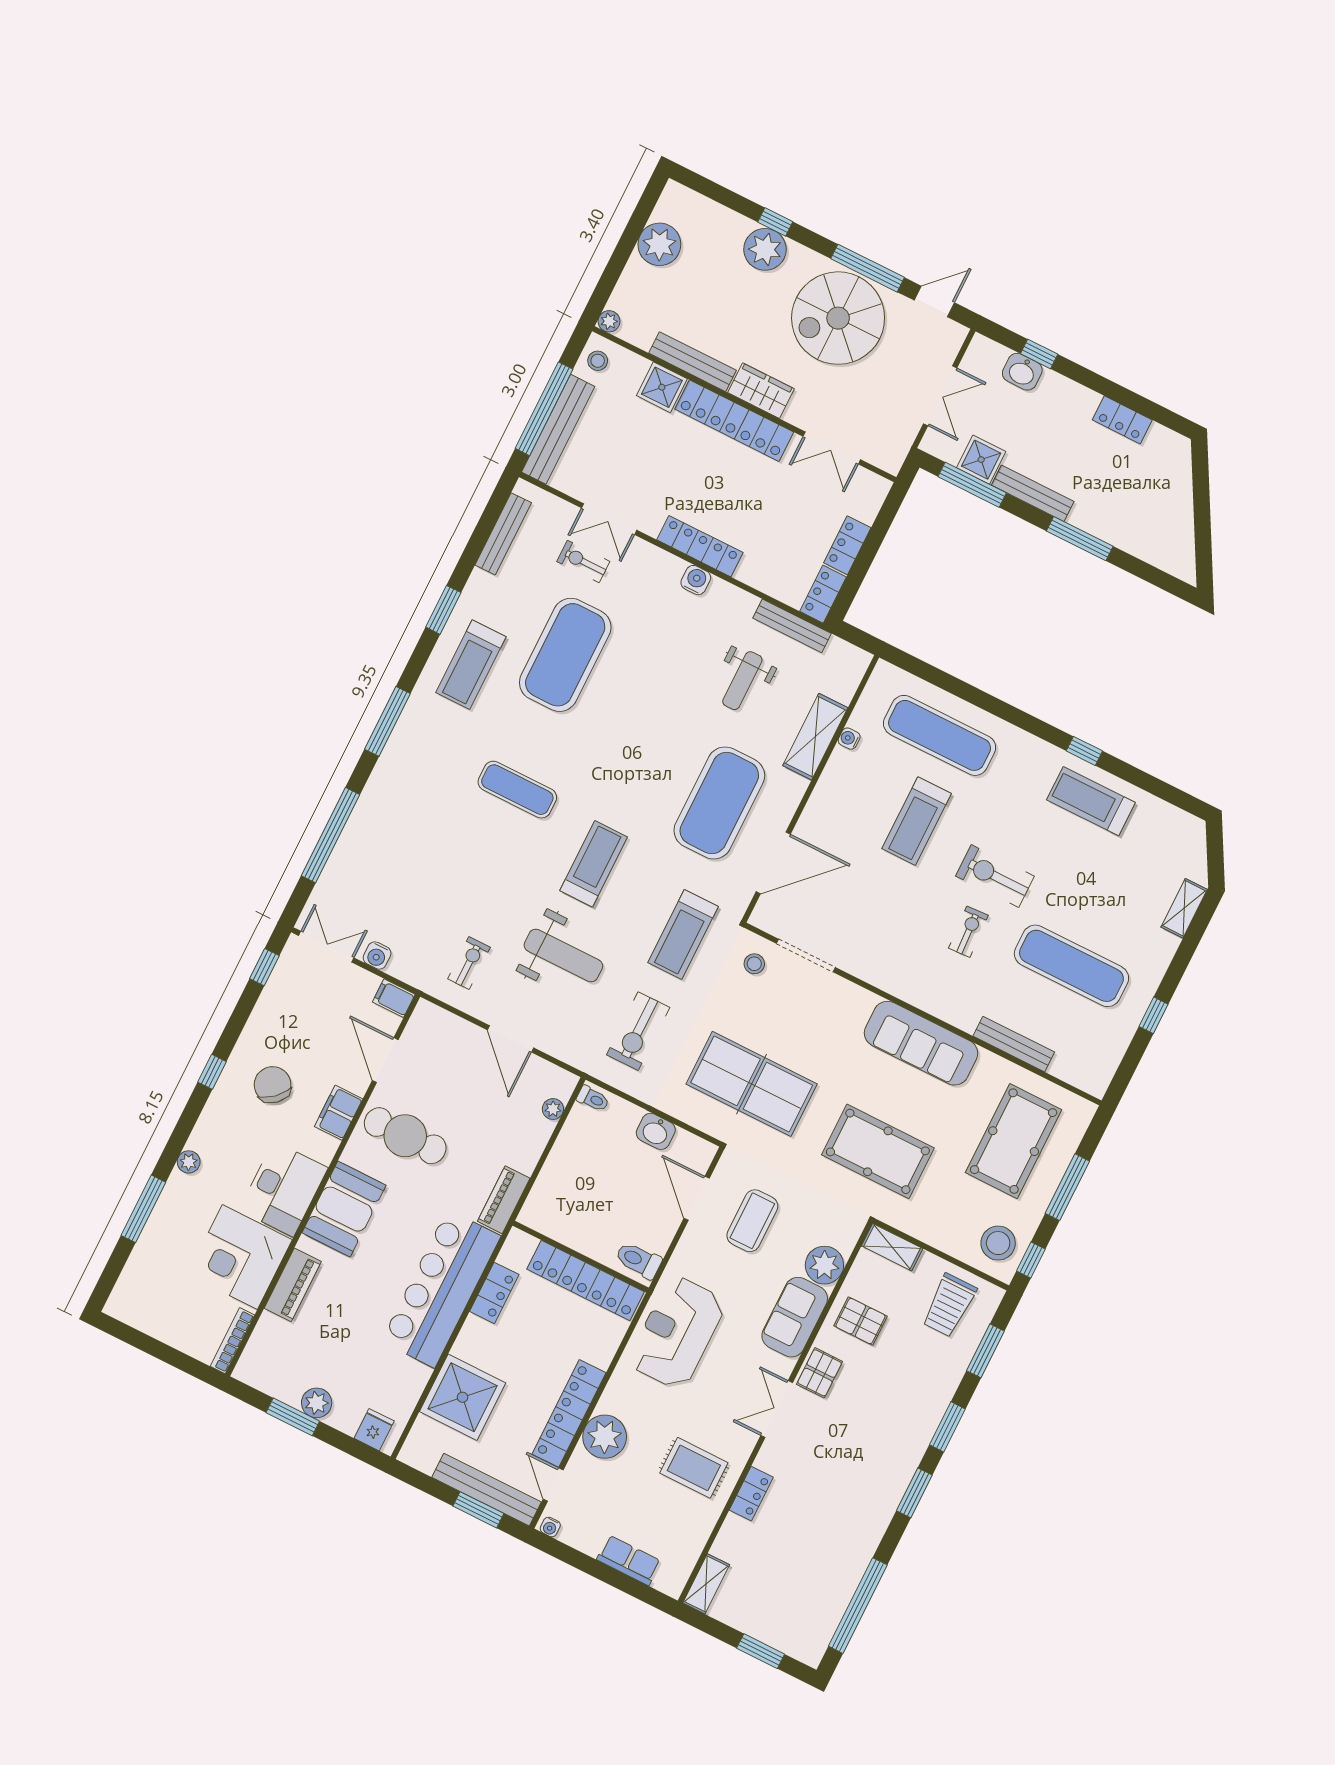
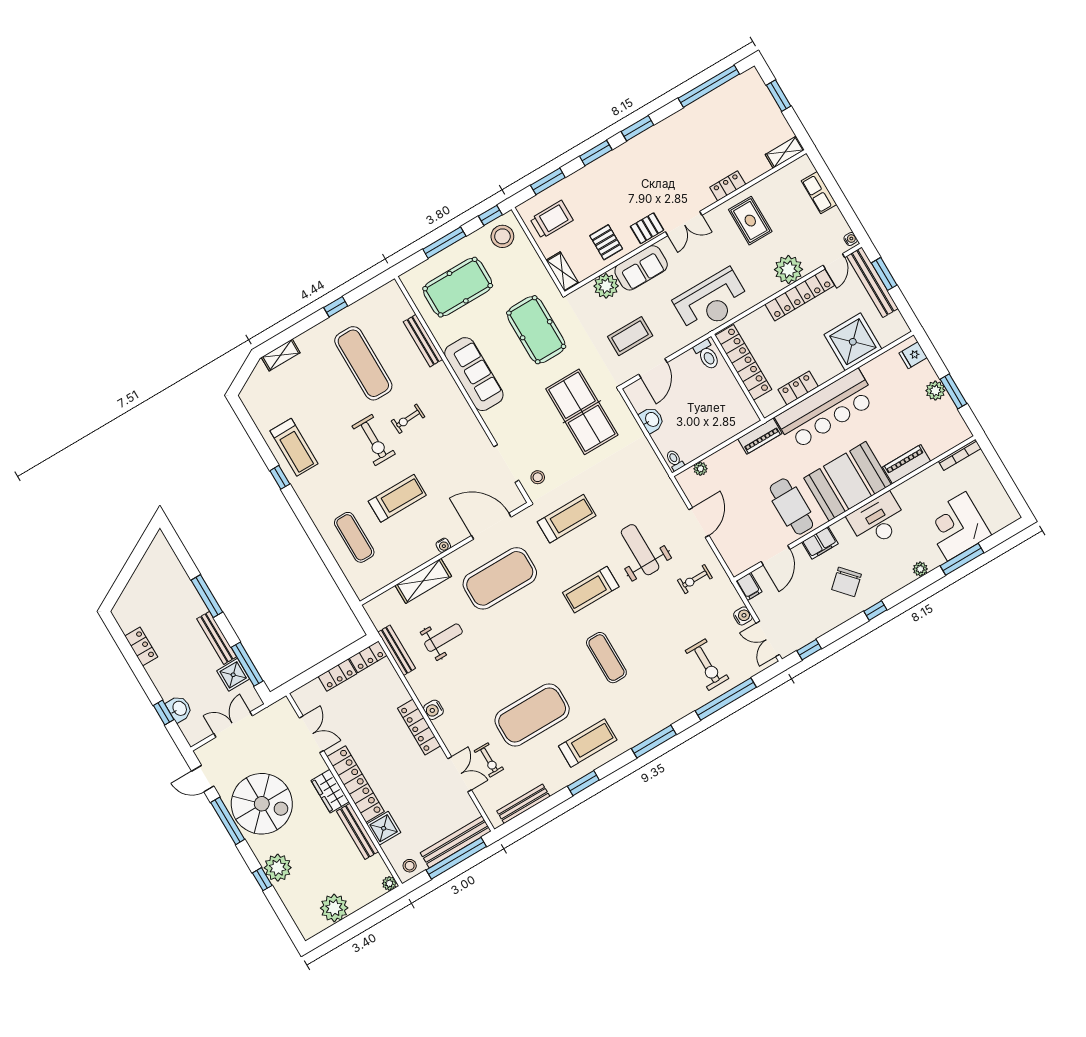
exercise mat: (940, 735) -> (354, 537), width x0.73, depth x0.69
water cooler: (849, 739) -> (443, 545), moved
exercise bike: (638, 1031) -> (707, 665), moved, turned 90
booth: (344, 1209) -> (847, 481), width x1.36, depth x1.42
corner desk: (240, 1257) -> (957, 526), moved, turned 180

